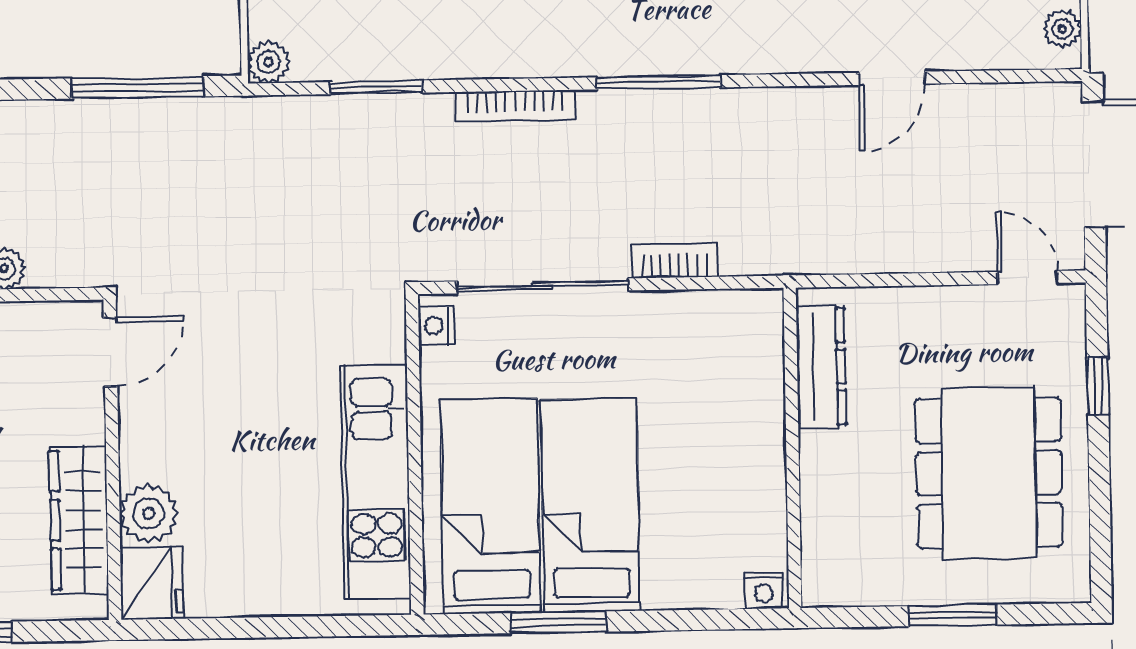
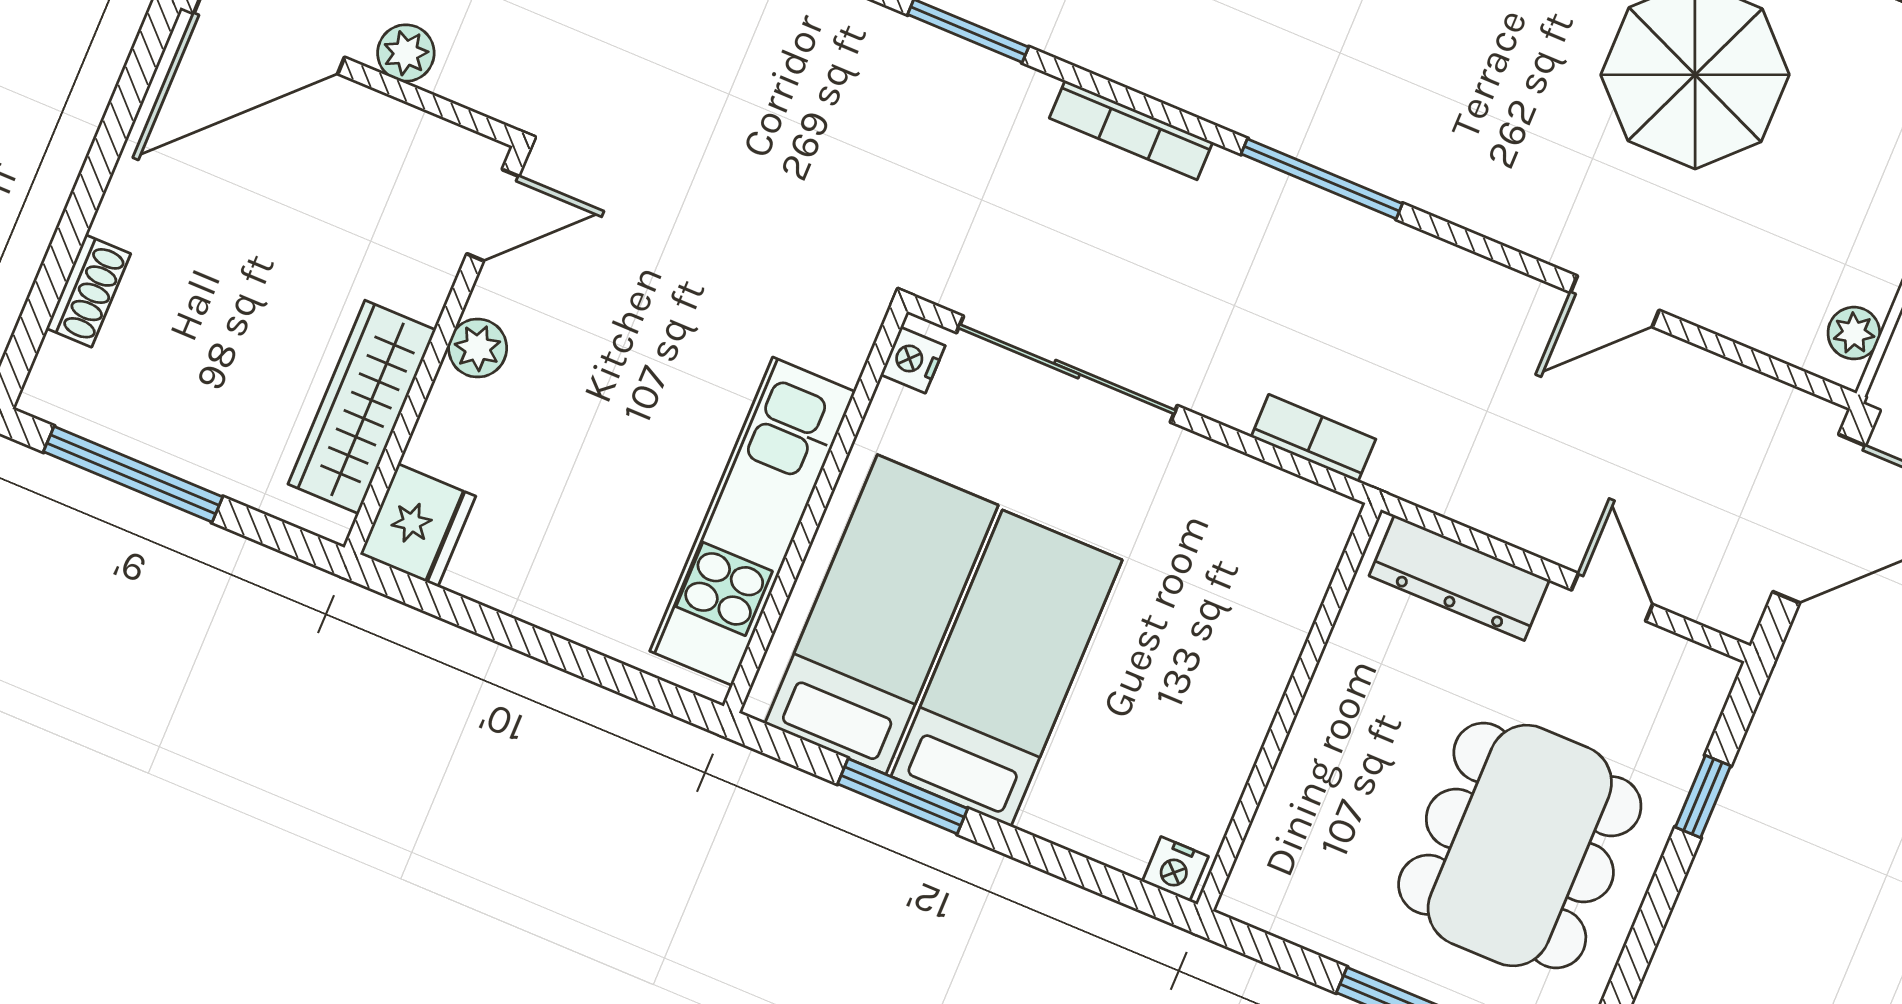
bookcase: (674, 260) -> (1313, 438), moved
door: (1027, 277) -> (1612, 597), moved
dresser: (821, 366) -> (1459, 578), moved, turned 90
plant: (149, 514) -> (478, 348), moved, width x0.73, depth x0.73

